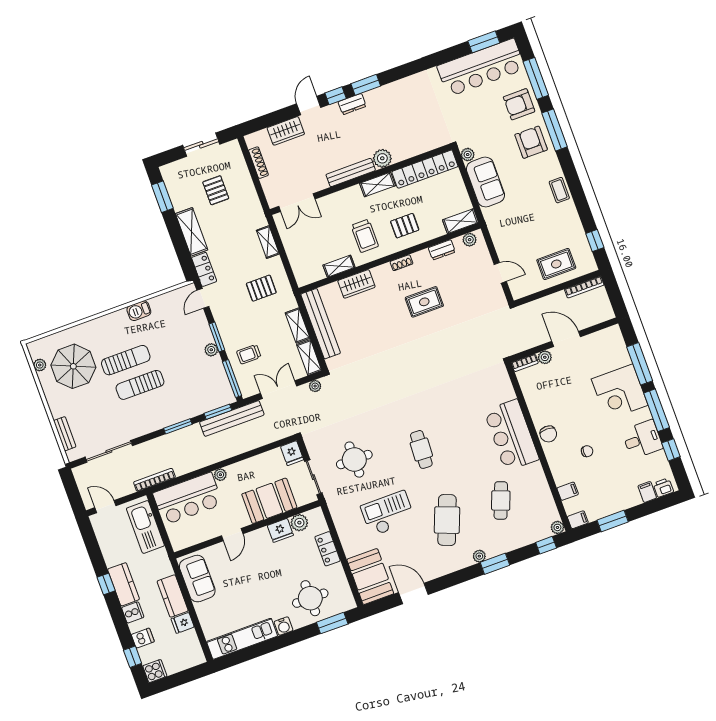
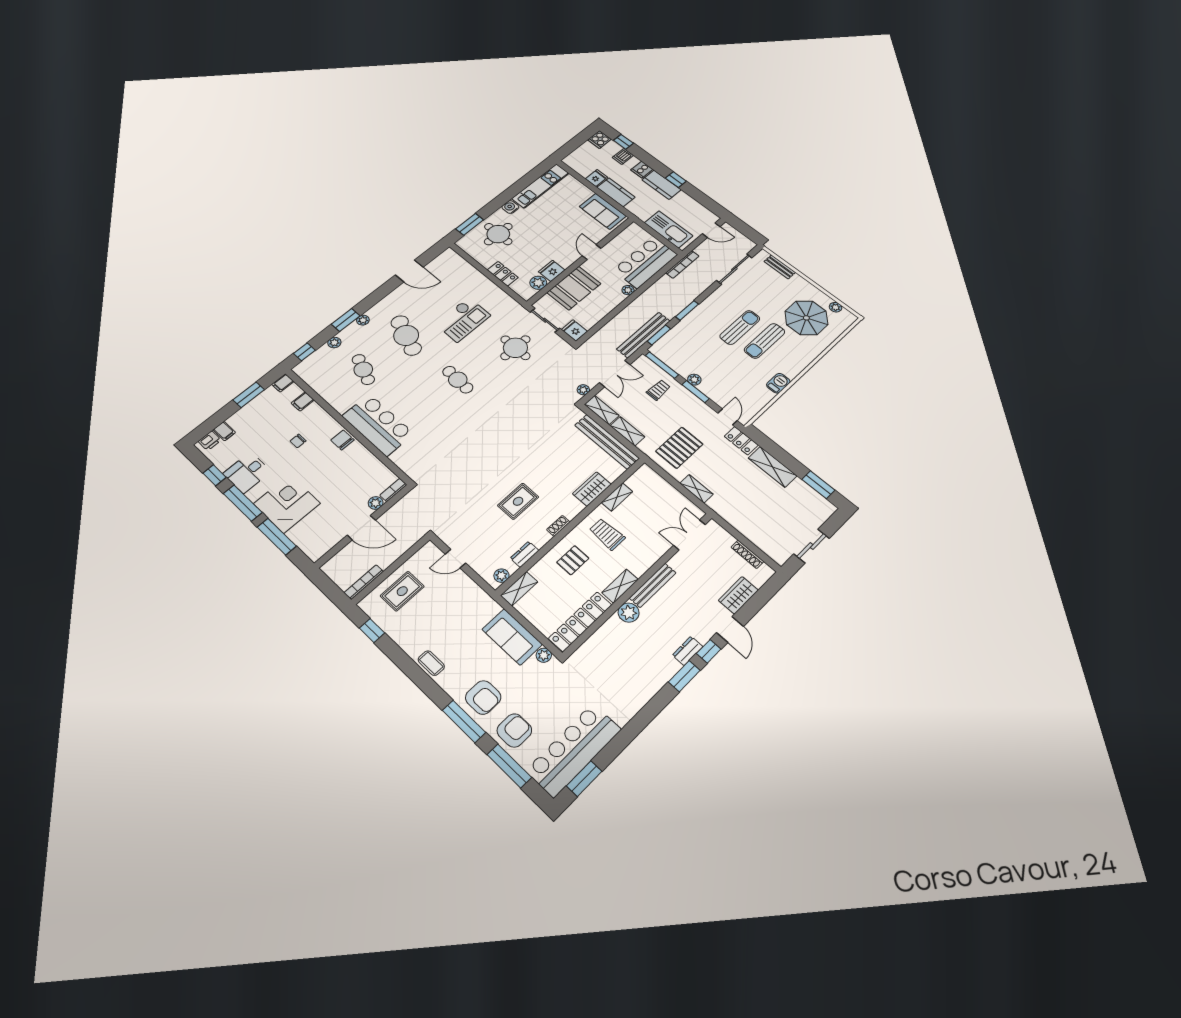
pallet: (216, 190) -> (773, 512), removed
pallet: (261, 288) -> (679, 448), width x1.50, depth x1.42
plant: (557, 527) -> (334, 343), moved
booth: (370, 577) -> (454, 268), removed

